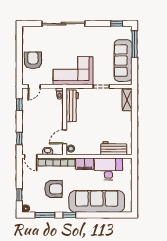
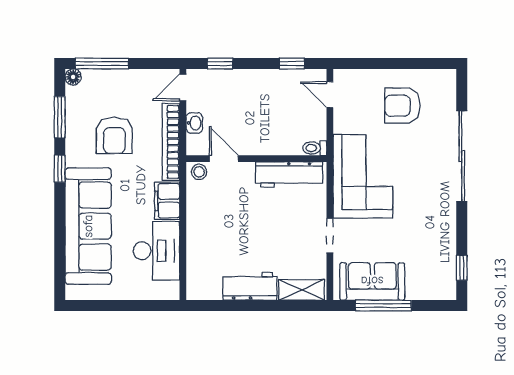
window: (135, 44) -> (383, 306), moved
armchair: (33, 60) -> (402, 106), moved, turned 180
sofa: (123, 61) -> (372, 281), width x0.73
workbench: (114, 148) -> (250, 286), moved, turned -90
window: (19, 195) -> (102, 63), width x2.17

